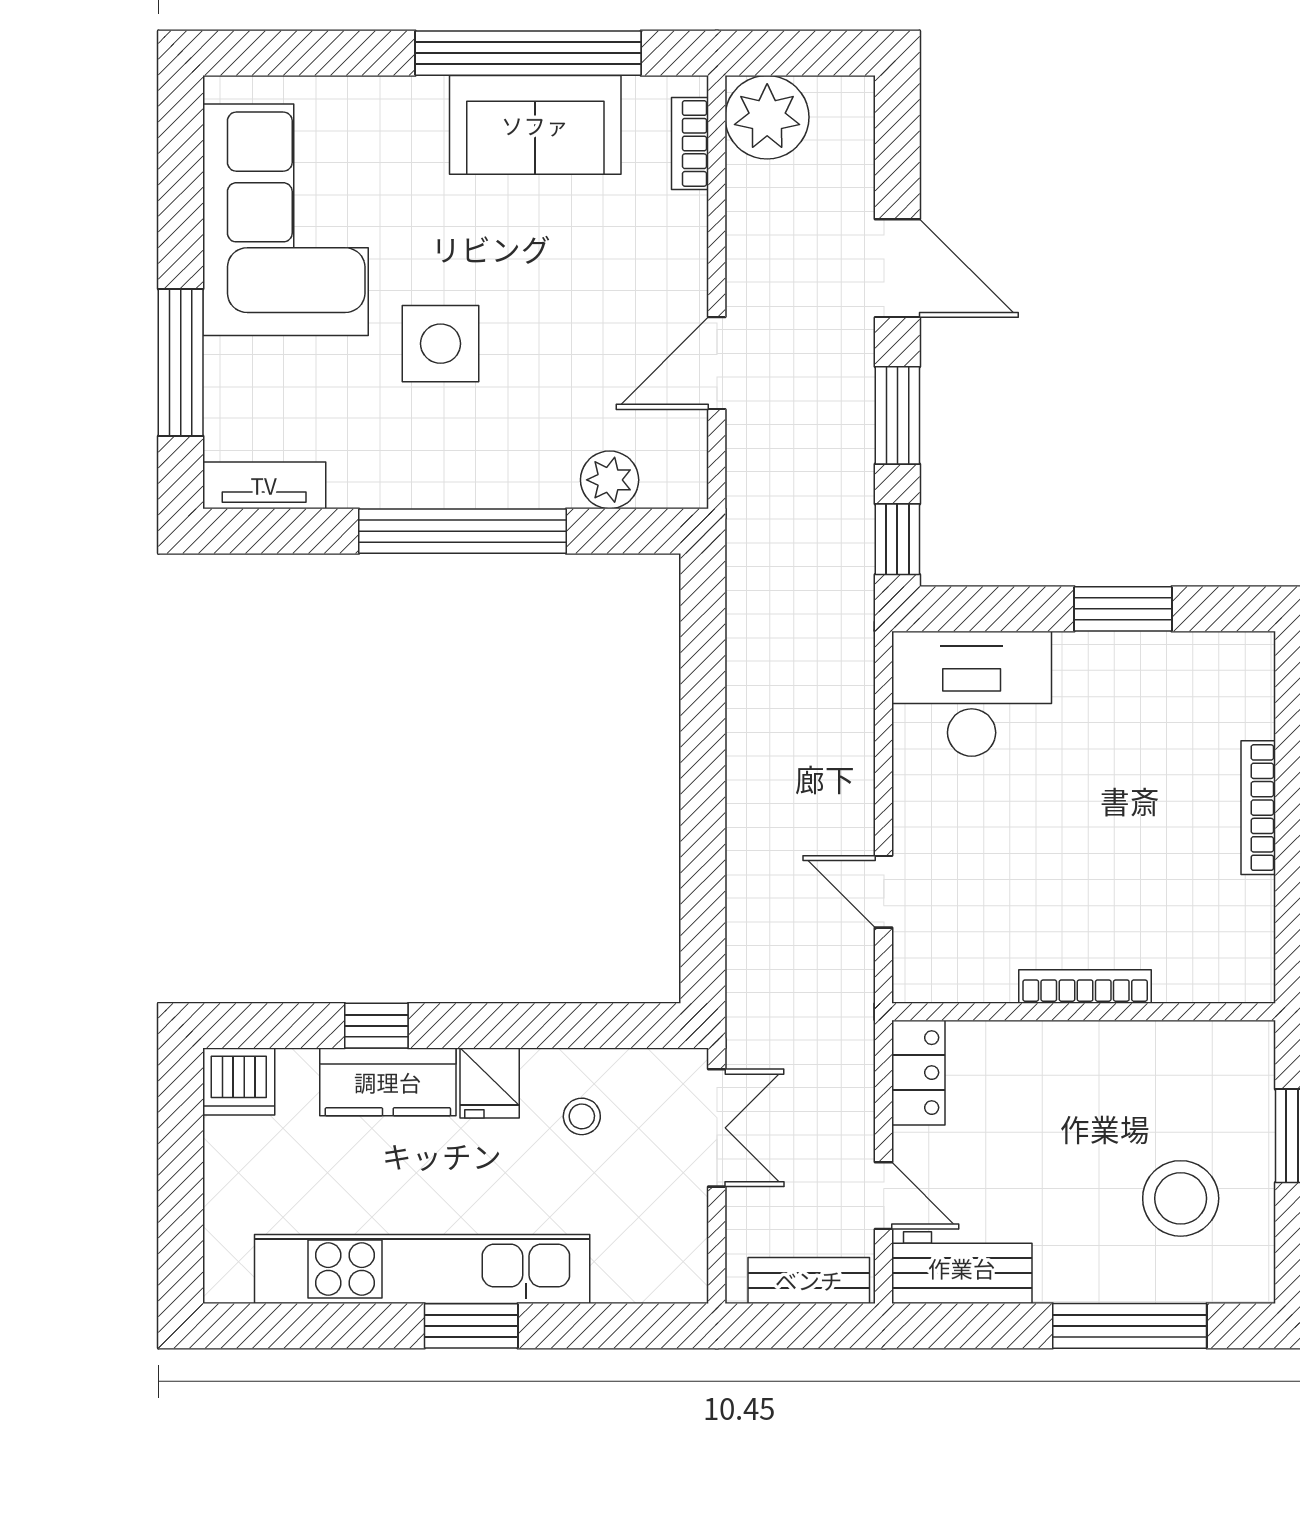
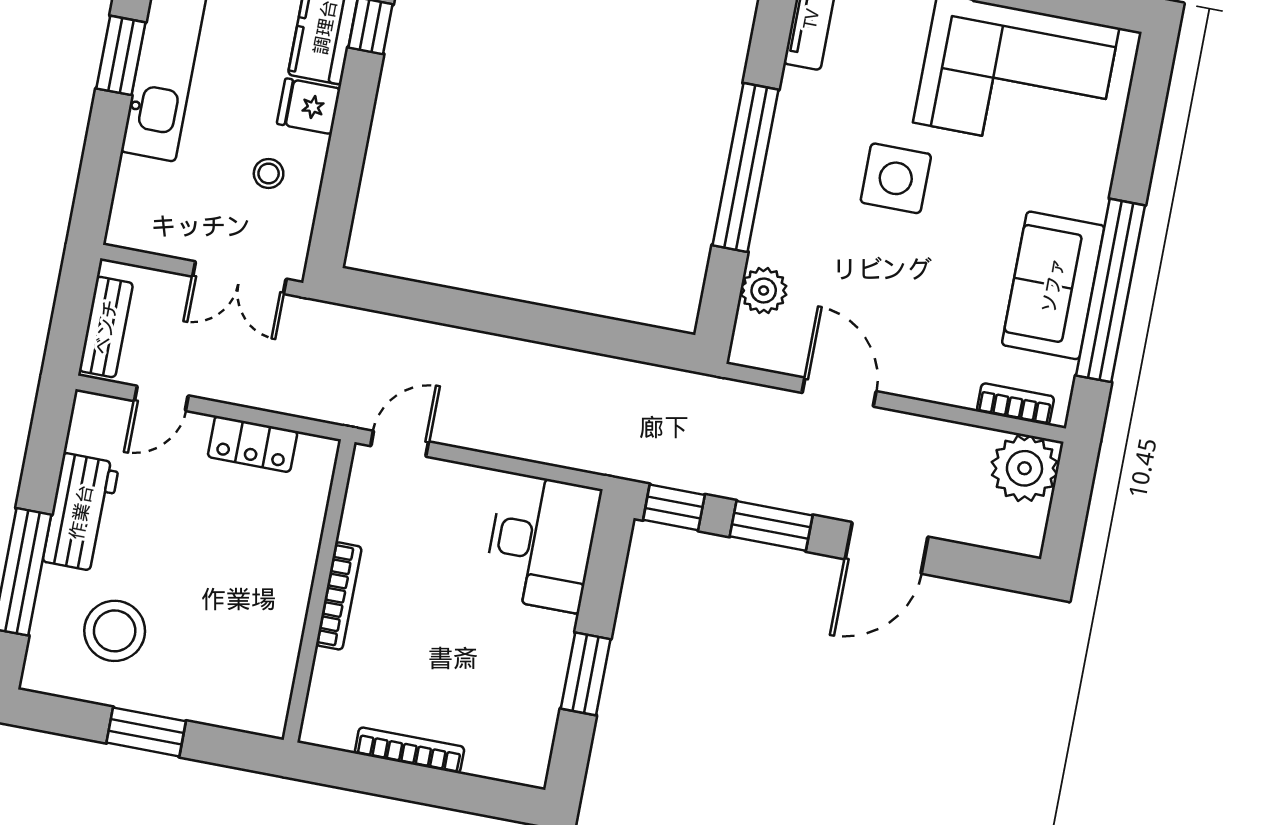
bookcase: (1085, 987) -> (339, 596), moved
wall: (1084, 1012) -> (319, 591), moved
workbench: (962, 1268) -> (81, 512), moved

